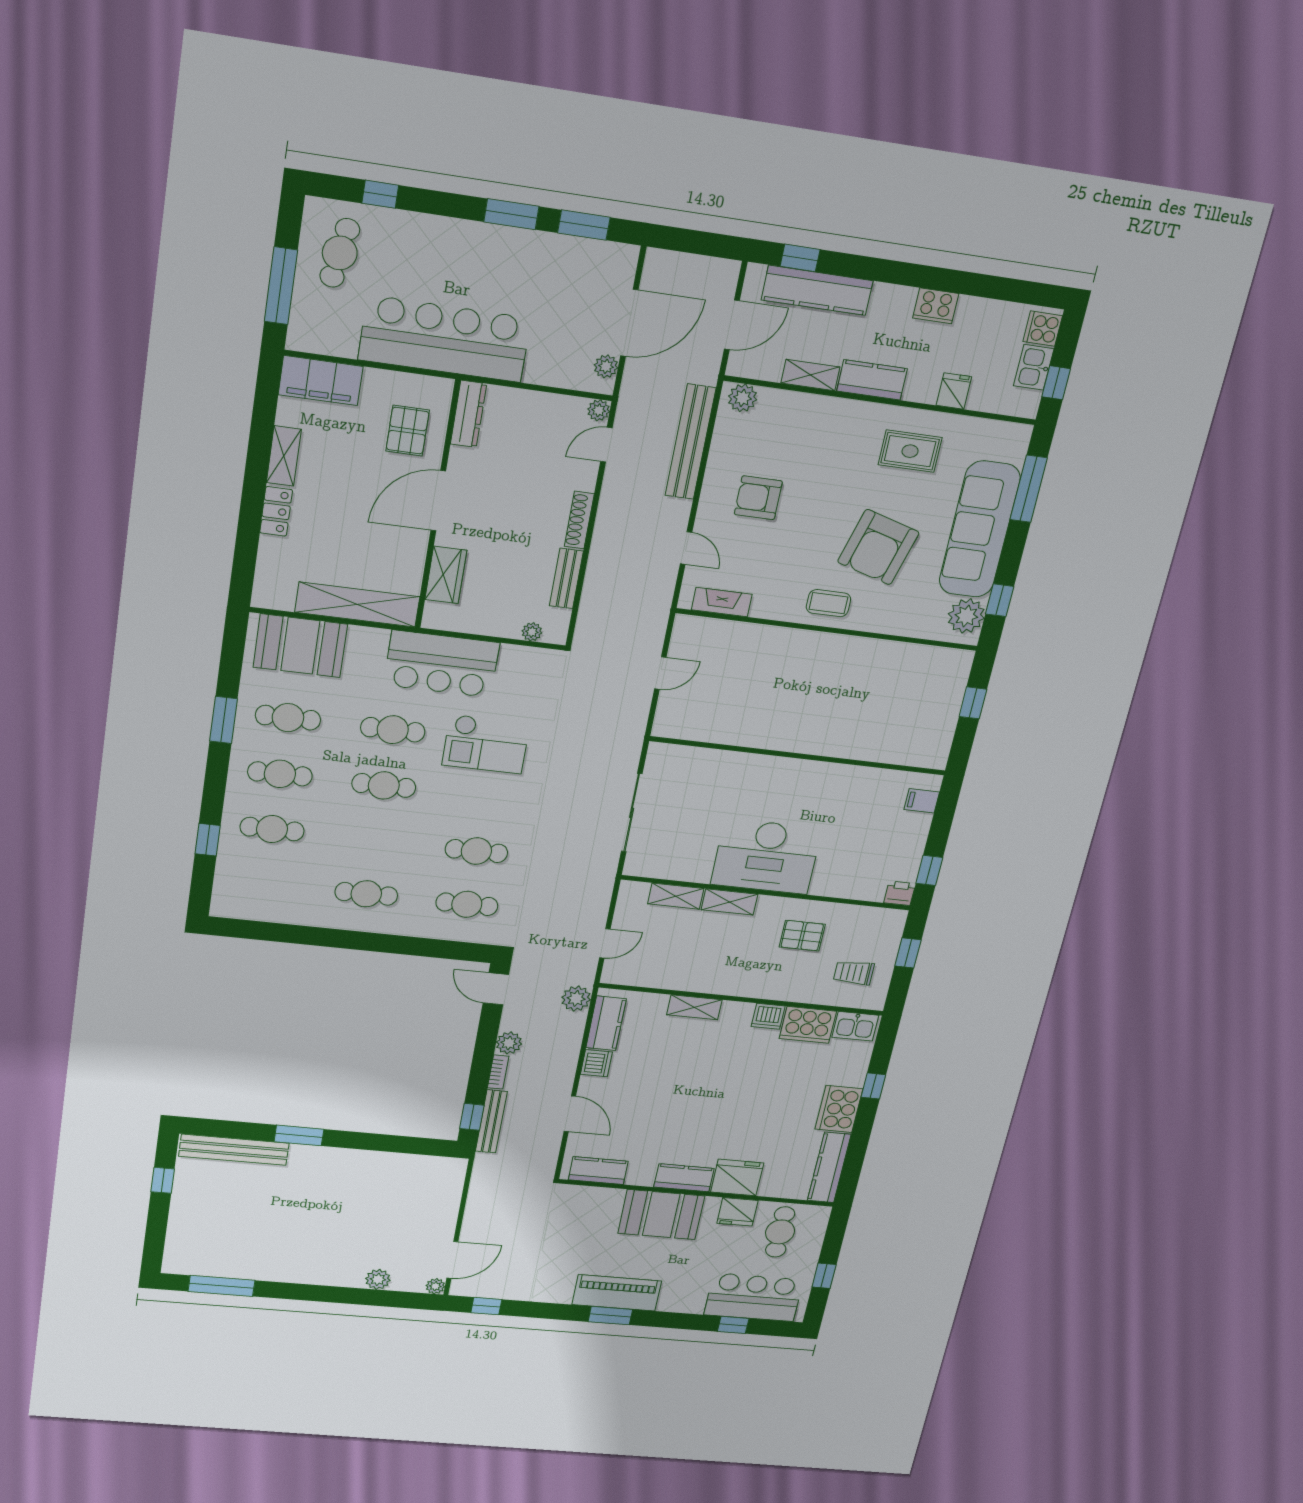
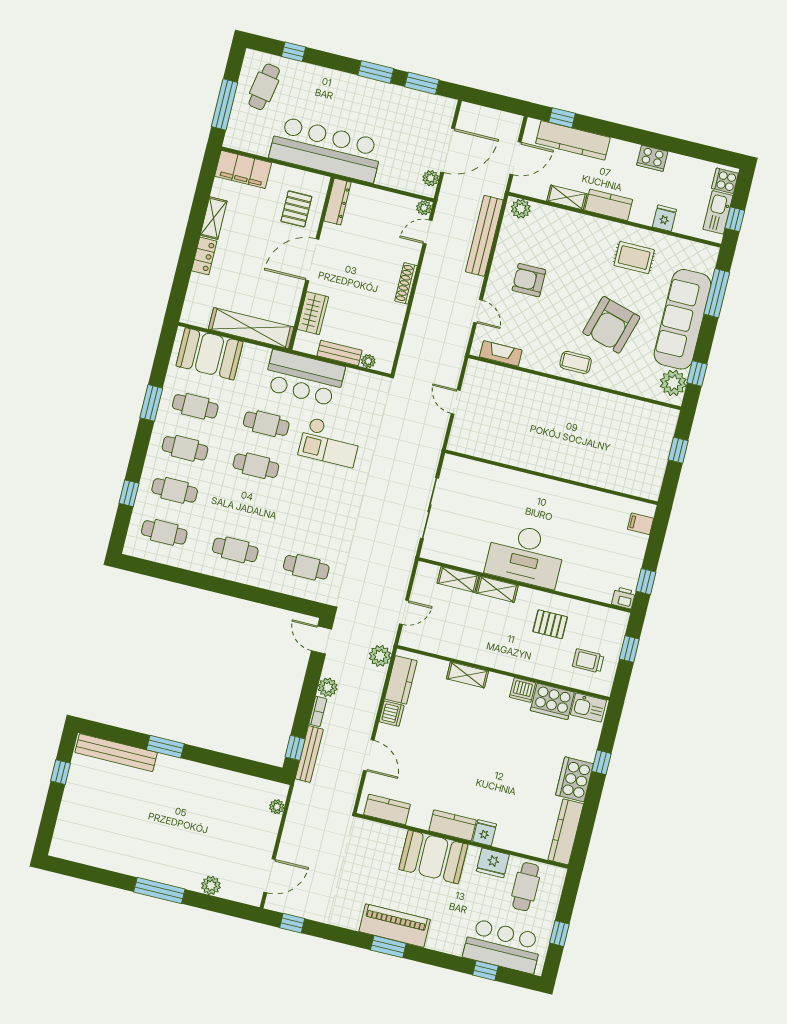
kitchen sink: (1034, 367) -> (718, 212), width x1.38
bench: (566, 578) -> (340, 353), moved, turned 90
door: (660, 673) -> (456, 402), swing flipped
cafe table: (476, 851) -> (164, 532), moved
fridge: (737, 1178) -> (485, 833), width x0.53, depth x0.75
window: (222, 1286) -> (159, 890), moved
plant: (435, 1286) -> (277, 807), moved

